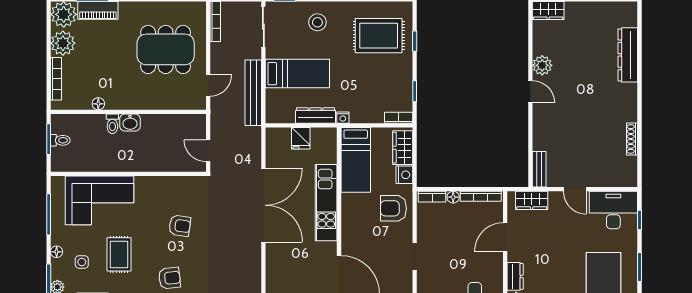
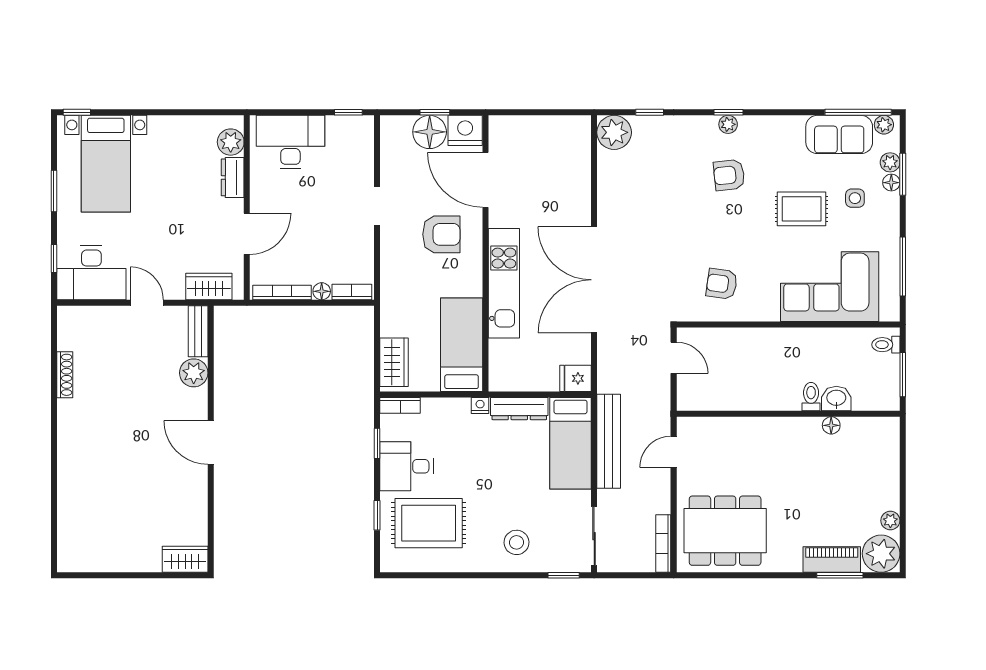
plant: (63, 43) -> (890, 521), width x0.53, depth x0.53
dining table: (166, 49) -> (725, 531), moved
dresser: (628, 55) -> (71, 496), removed
plant: (542, 65) -> (194, 373), moved
bed: (297, 74) -> (571, 443), moved, turned -90
desk: (394, 75) -> (406, 466), added
bookcase: (56, 79) -> (892, 461), removed
door: (530, 92) -> (211, 443), width x1.38
washbasin: (130, 122) -> (836, 398), moved
fridge: (301, 138) -> (575, 378), moved, turned -90
toilet: (60, 140) -> (886, 345), moved
nightstand: (404, 175) -> (392, 323), removed
armchair: (393, 208) -> (441, 234), moved
armchair: (180, 226) -> (722, 284), moved
floor lamp: (57, 252) -> (891, 183), moved
rug: (119, 254) -> (802, 209), turned 90

